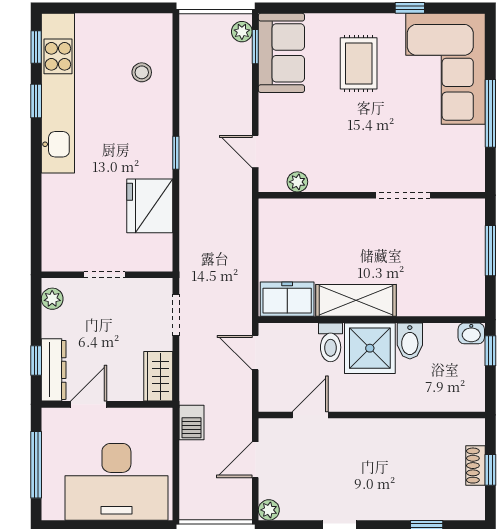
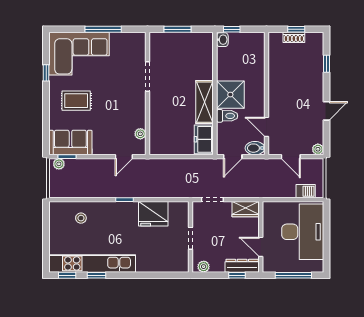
bidet: (410, 341) -> (255, 148), moved, turned 180
barbecue: (191, 422) -> (306, 191), moved

